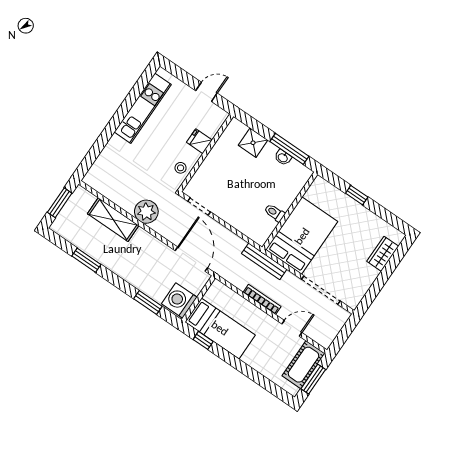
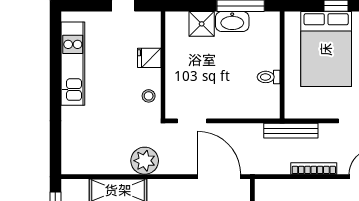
washbasin: (283, 158) -> (232, 21), width x1.91, depth x1.45
bed: (302, 236) -> (326, 49), moved, turned 180

